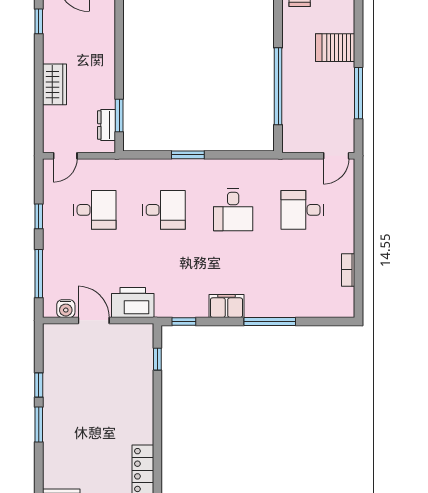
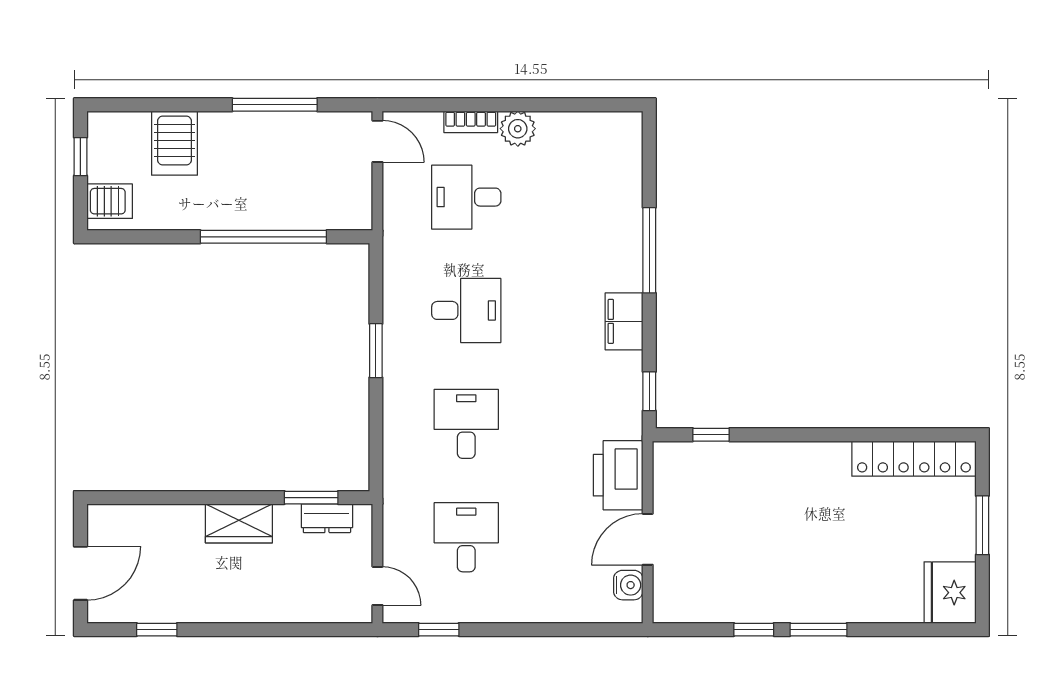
server rack: (335, 48) -> (175, 143), moved
wardrobe: (54, 84) -> (239, 523), moved, turned 180
window: (188, 155) -> (376, 351), moved
desk: (302, 210) -> (466, 197), turned 90
window: (39, 216) -> (439, 630), moved
plant: (344, 241) -> (518, 129), added
bookcase: (348, 270) -> (471, 122), moved
window: (39, 274) -> (571, 630), removed

